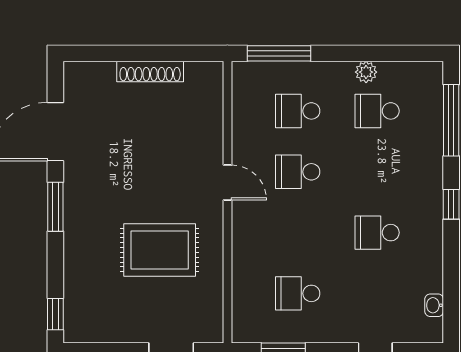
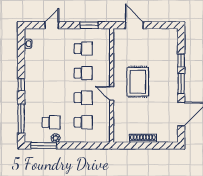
window: (279, 53) -> (44, 146), moved
school desk: (377, 233) -> (83, 73), moved
rug: (160, 250) -> (138, 82), moved, turned 90
window: (55, 314) -> (181, 60), moved

